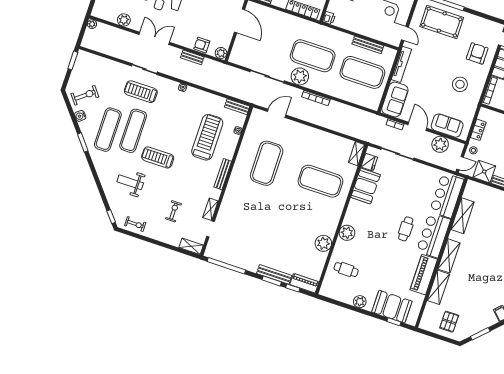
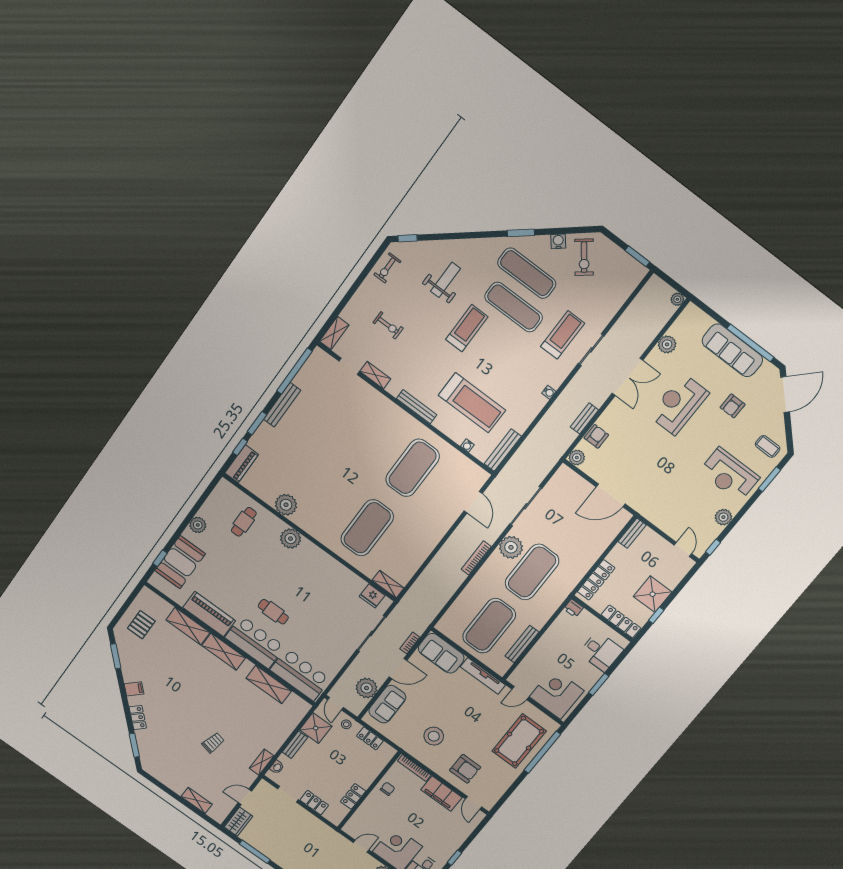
bench: (237, 107) -> (503, 450), width x1.36
exercise mat: (267, 163) -> (413, 468), turned 90
booth: (366, 186) -> (343, 581), removed
bench: (274, 274) -> (282, 405), moved
pallet: (449, 322) -> (141, 625), turned 90

